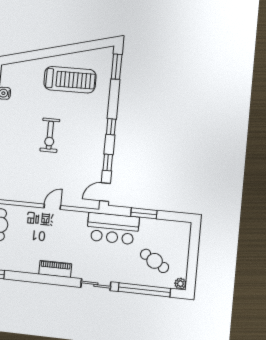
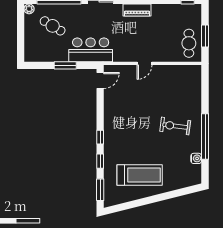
treadmill: (70, 80) -> (140, 175), turned 180
exercise bike: (50, 135) -> (175, 126), moved, turned -83
window: (108, 162) -> (100, 161), moved

